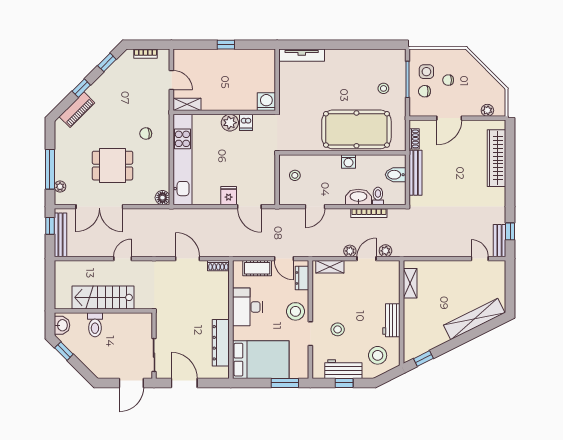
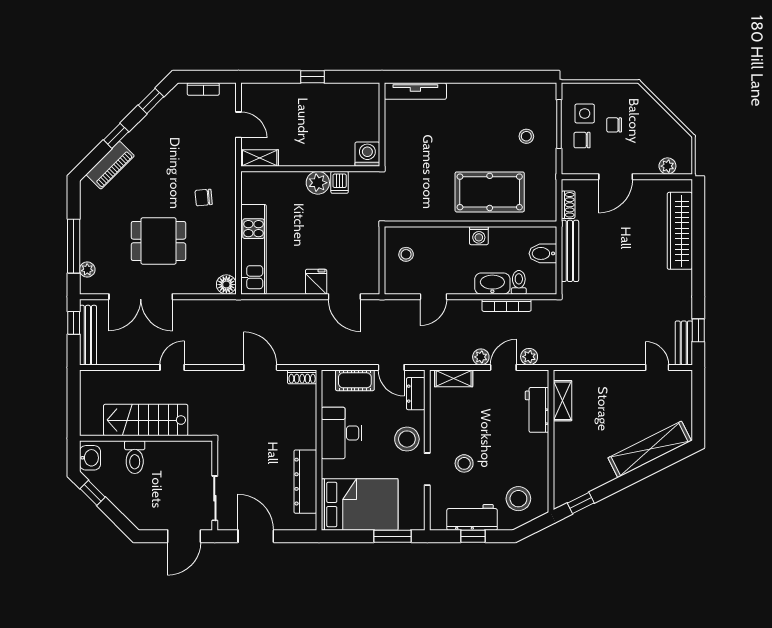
pool table: (356, 129) -> (490, 192), width x0.73, depth x0.76
kitchen unit: (182, 160) -> (253, 249), width x0.73
workbench: (391, 320) -> (537, 410), moved

